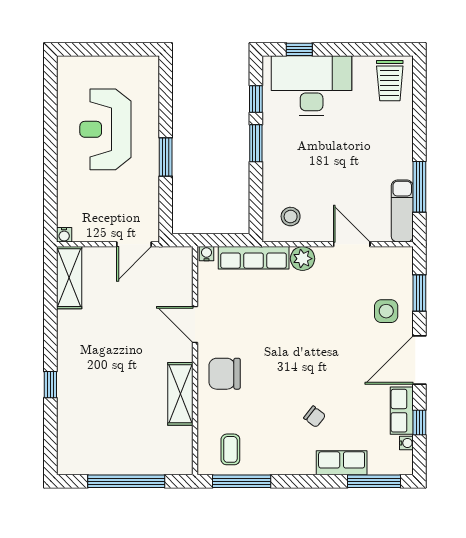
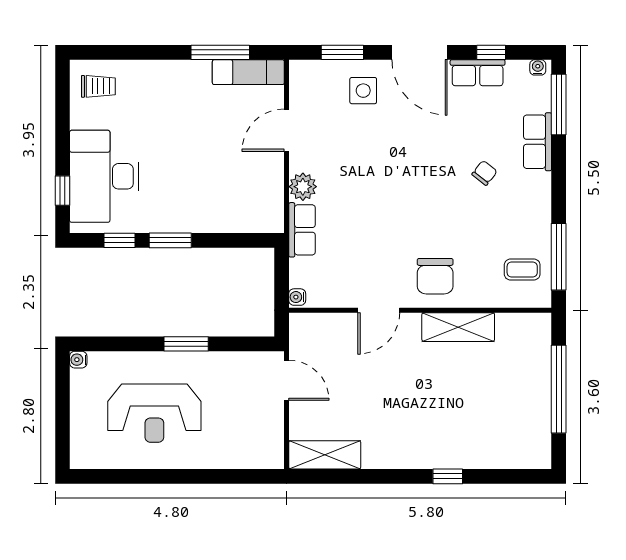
trolley: (390, 81) -> (98, 86), width x0.73, depth x0.72
stool: (291, 217) -> (255, 200), removed
water cooler: (64, 235) -> (78, 360), moved, turned 180
row of seats: (254, 258) -> (302, 230), width x0.68
water cooler: (406, 443) -> (538, 67), moved

